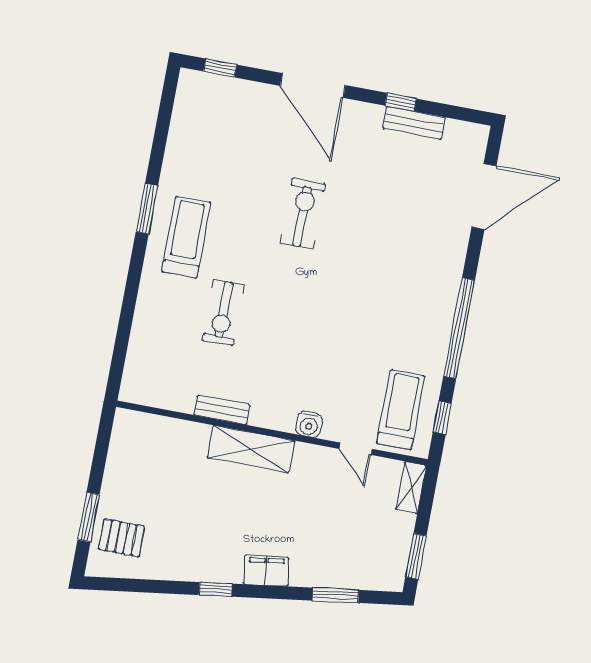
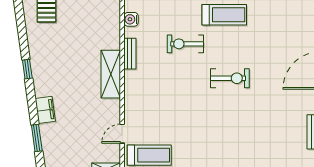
exercise bike: (303, 213) -> (230, 78), moved
water cooler: (309, 424) -> (131, 19), moved
filing cabinet: (266, 571) -> (45, 110), moved

